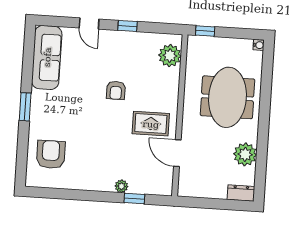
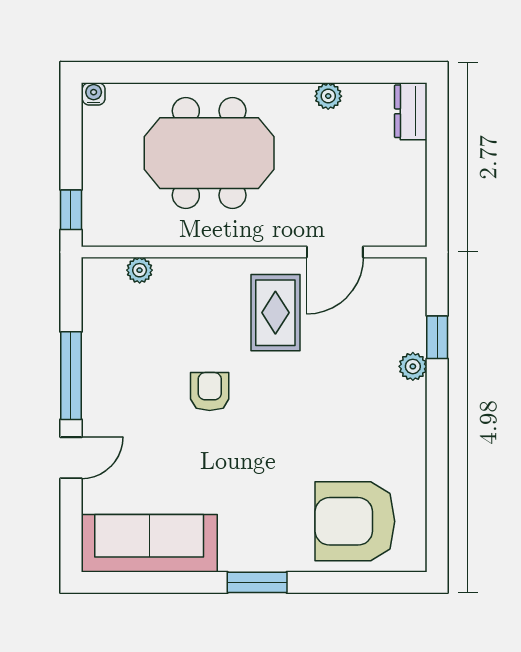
window: (128, 26) -> (71, 376), width x2.17
plant: (170, 56) -> (140, 270), width x0.53, depth x0.53
armchair: (116, 90) -> (210, 392), turned -90
armchair: (51, 154) -> (355, 521), width x1.36, depth x1.36
plant: (245, 154) -> (328, 96), width x0.53, depth x0.53

